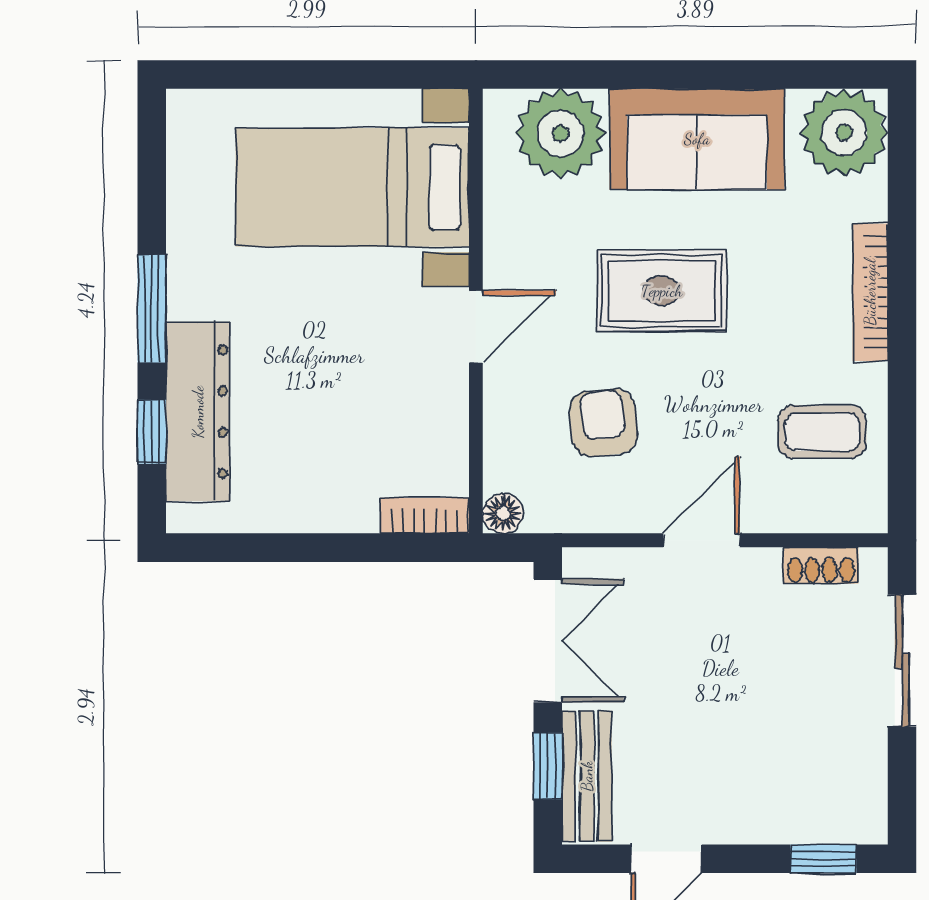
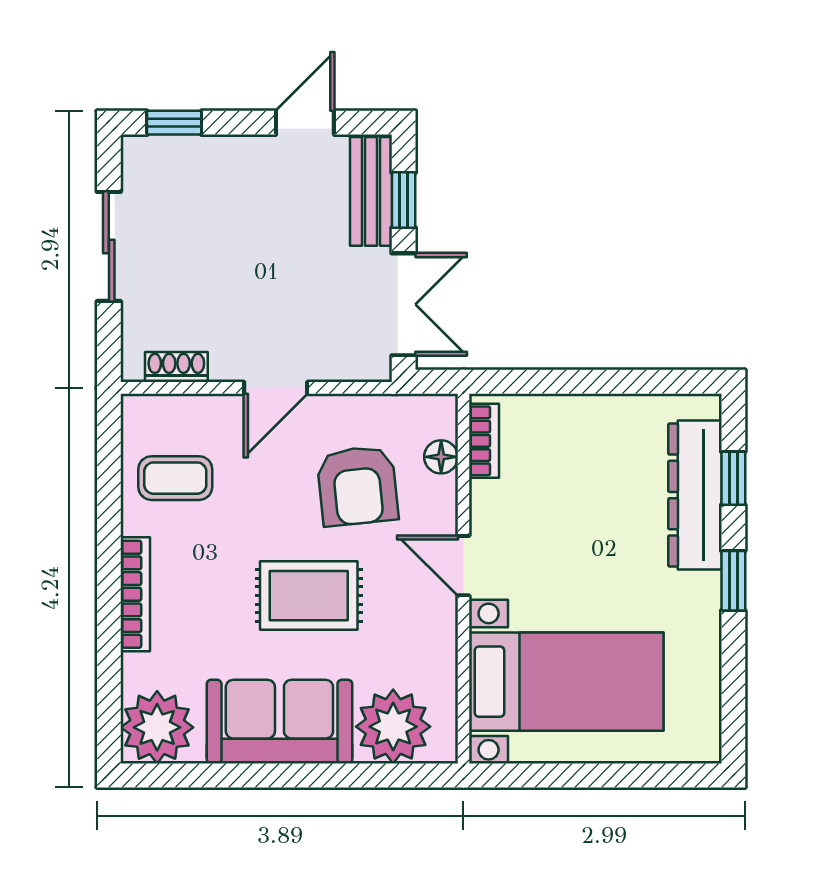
window: (152, 309) -> (733, 581), width x0.67
door: (476, 327) -> (463, 566), hinge flipped
armchair: (603, 423) -> (357, 486), width x1.38, depth x1.38
floor lamp: (503, 513) -> (441, 457), moved
bookcase: (425, 516) -> (484, 441), moved, turned -90
double door: (548, 641) -> (404, 304), swing flipped
sliding door: (902, 661) -> (109, 246), moved

